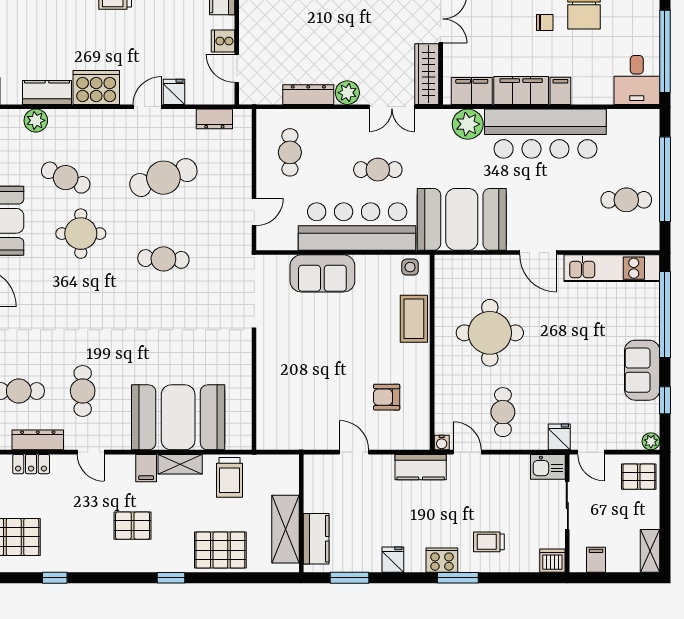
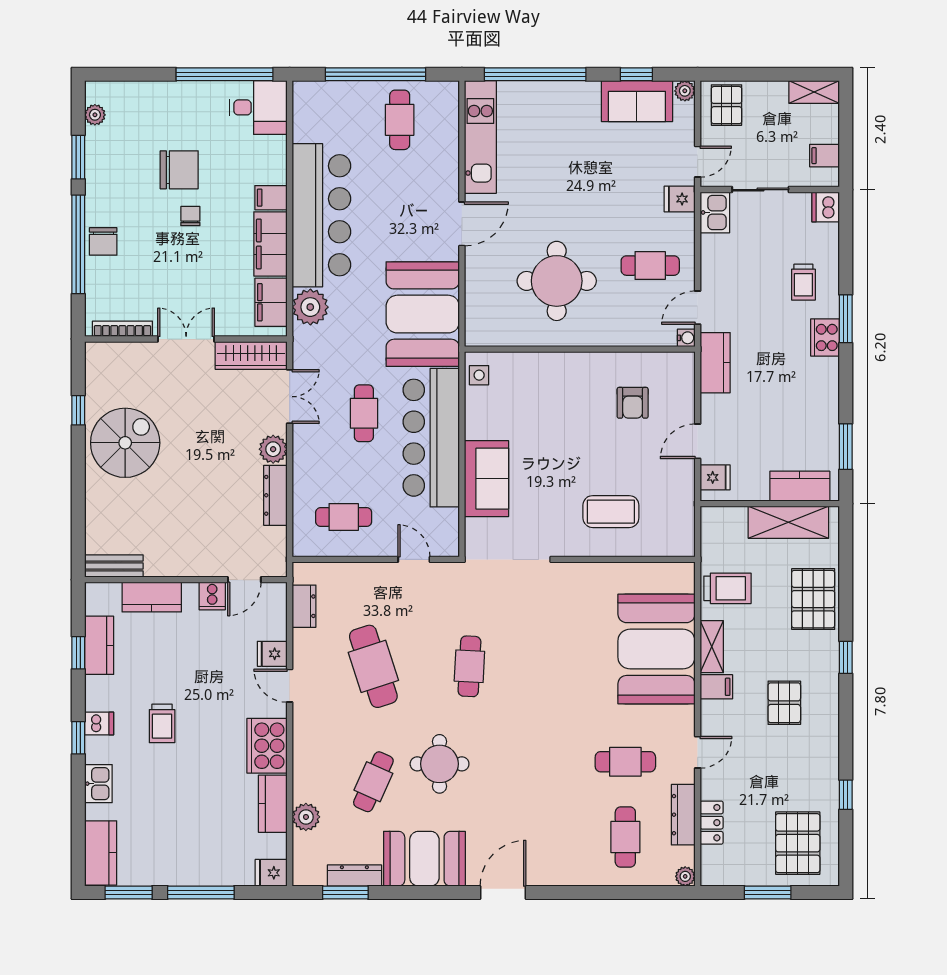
coffee table: (414, 319) -> (611, 512), moved
sofa: (642, 370) -> (637, 101), moved
fridge: (393, 560) -> (715, 477), moved, turned 180

